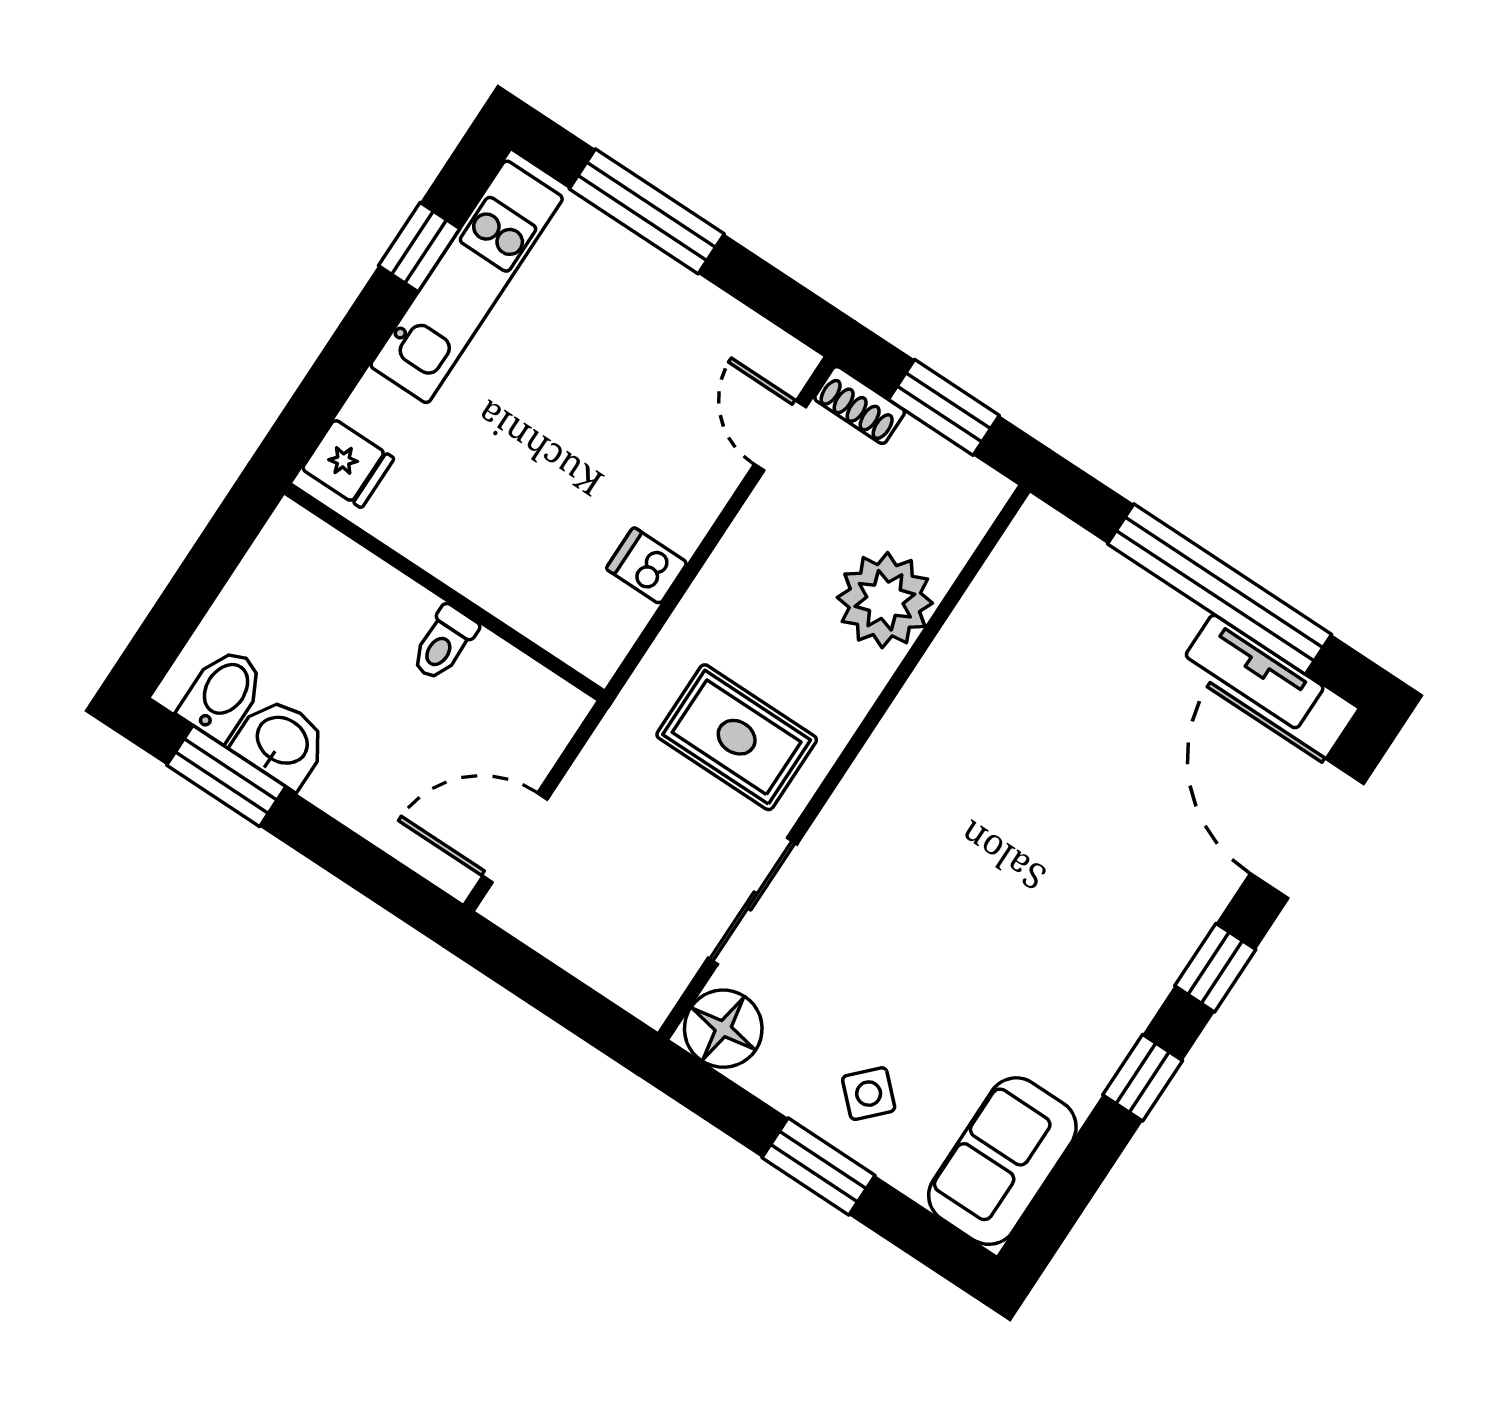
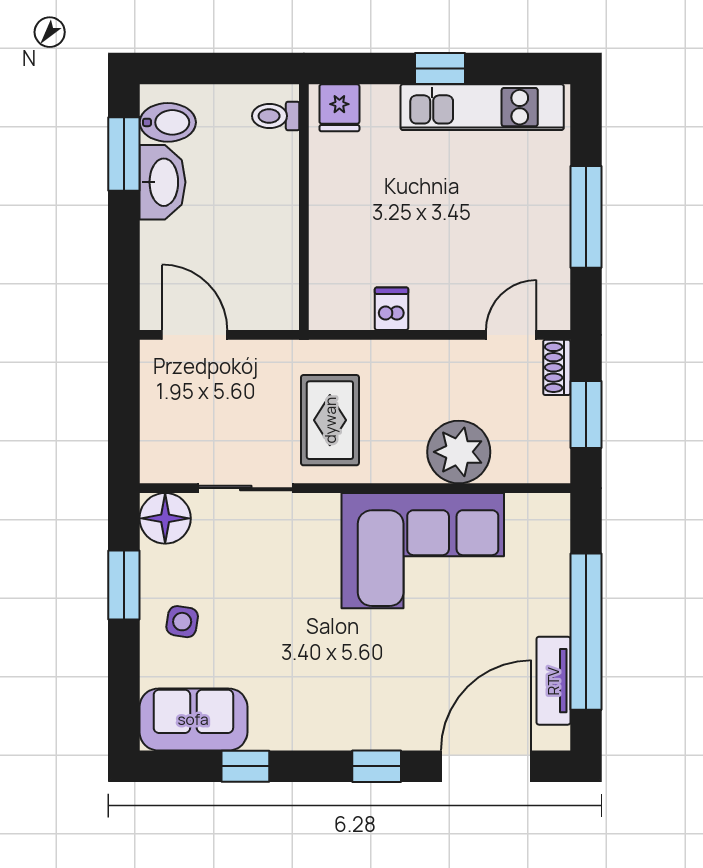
window: (647, 211) -> (586, 217), moved
window: (419, 247) -> (440, 68), moved
toilet: (444, 643) -> (276, 116), moved
corner sofa: (980, 729) -> (423, 551), added
washbasin: (281, 742) -> (162, 182), width x1.38
window: (1143, 1078) -> (245, 766), moved
side table: (869, 1094) -> (182, 622), turned -35
window: (819, 1166) -> (124, 585), moved

